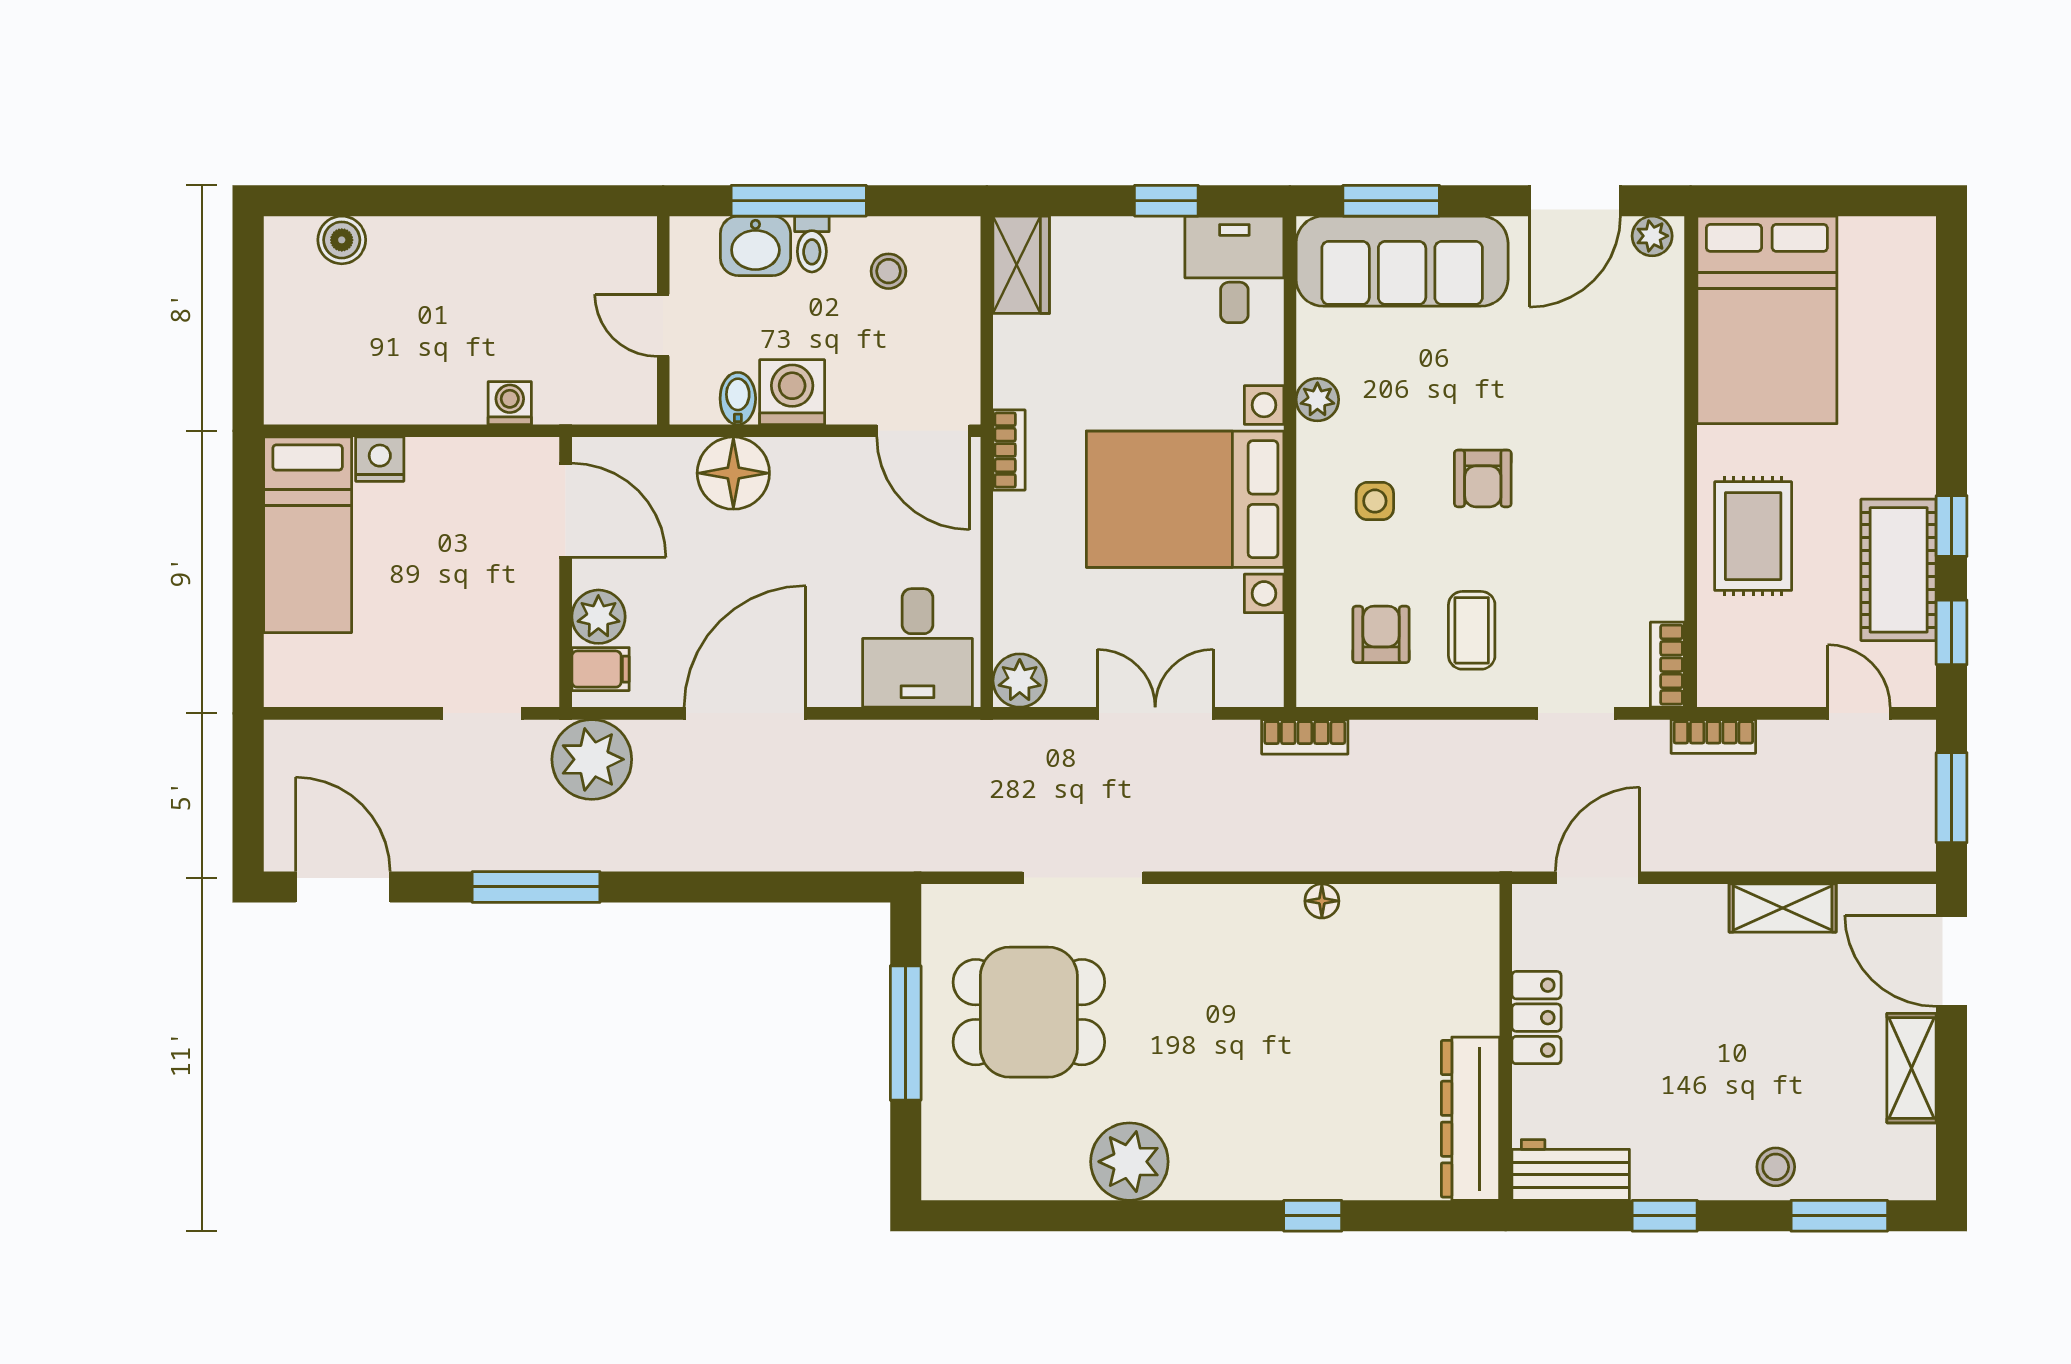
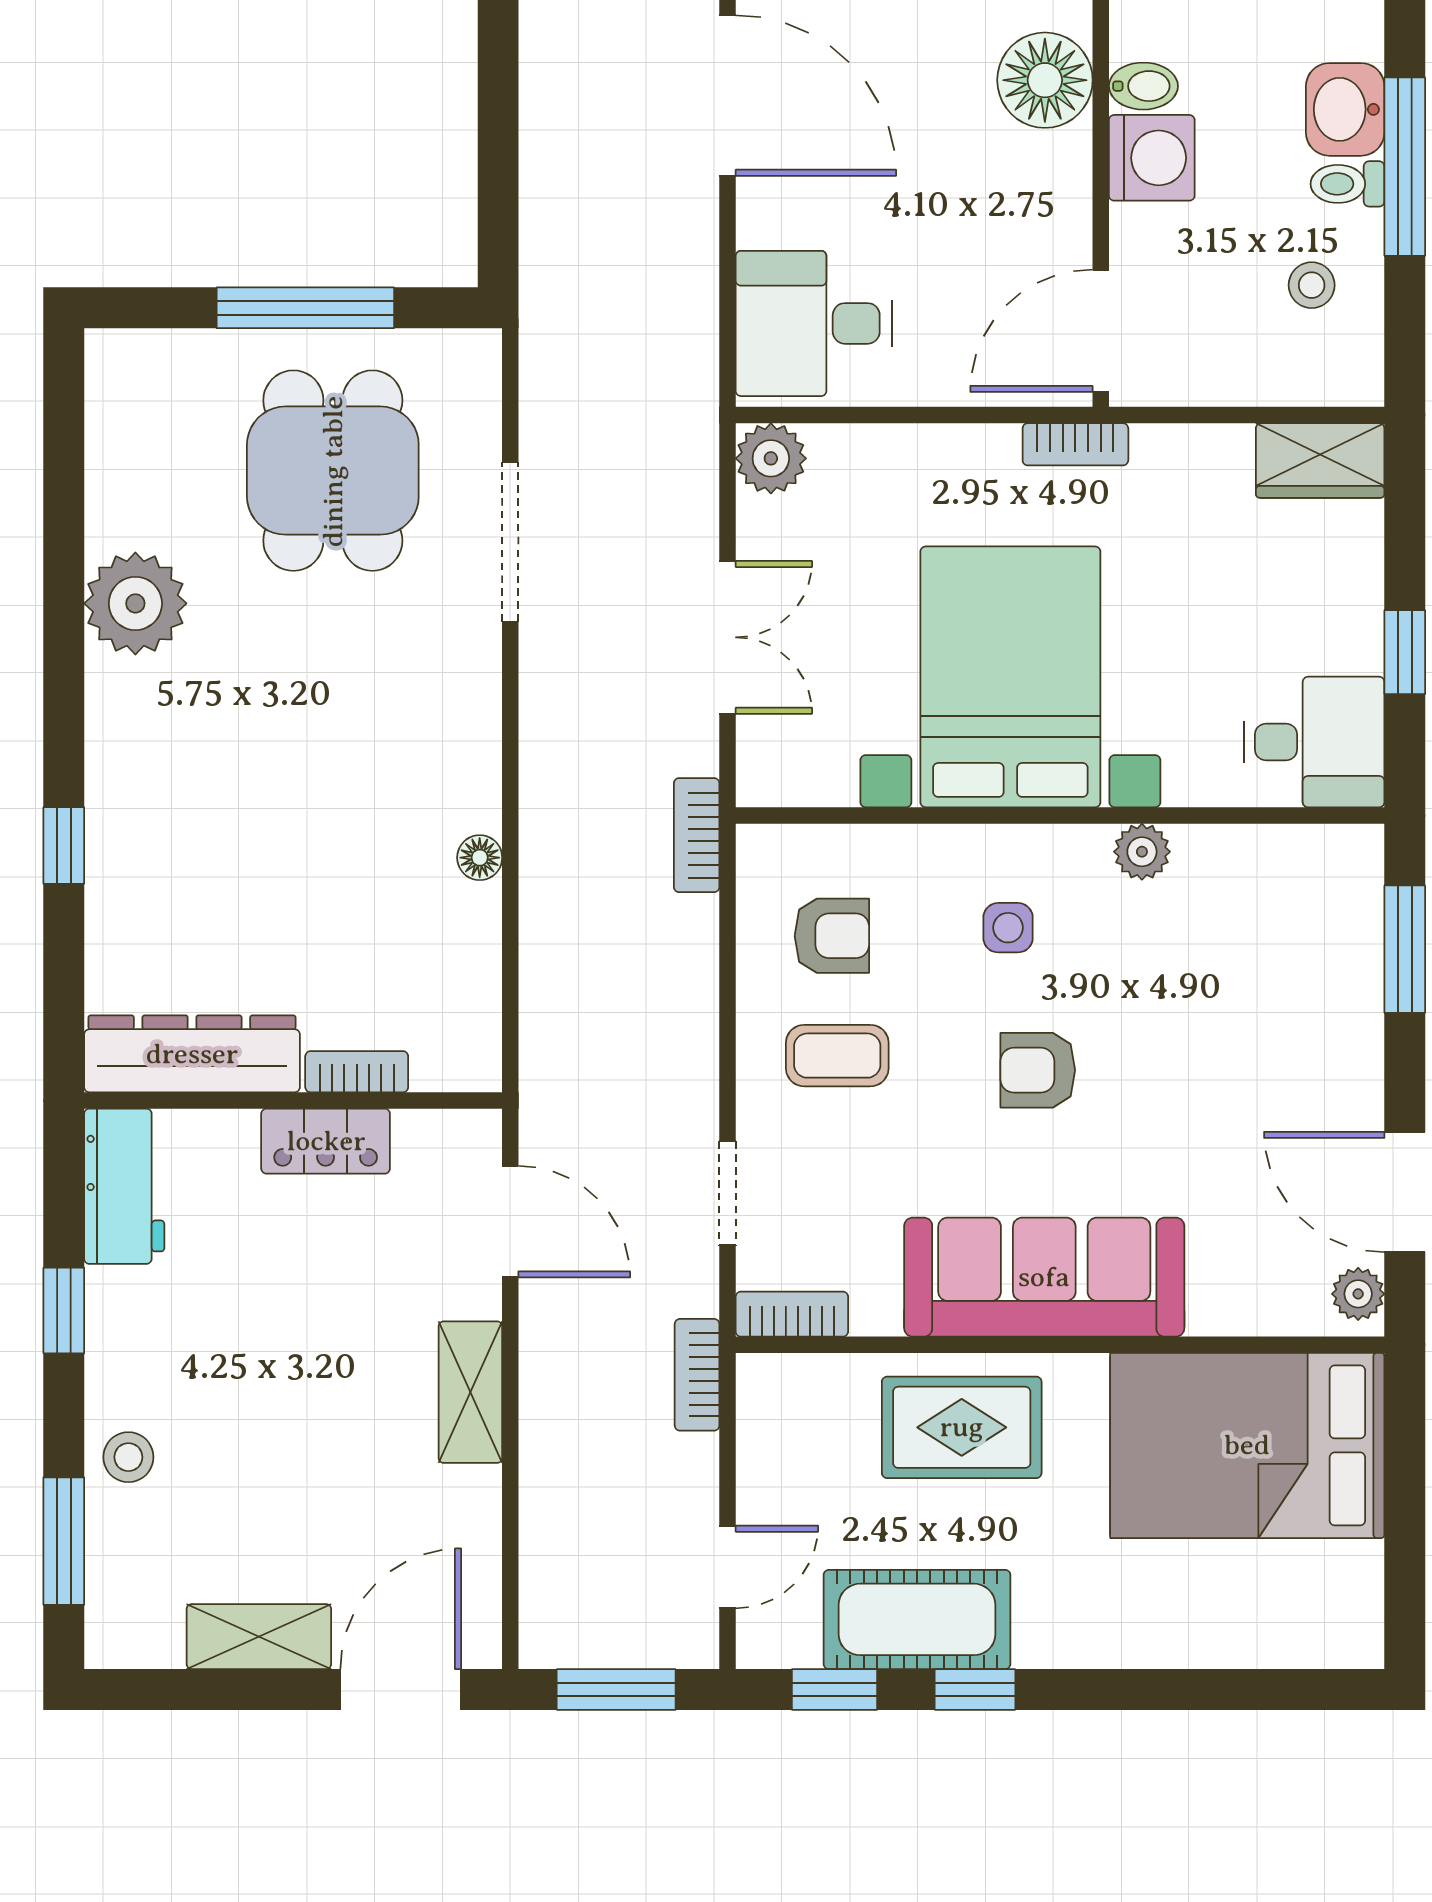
sofa: (1402, 261) -> (1044, 1277), moved, turned 90
shelving: (1783, 908) -> (470, 1392), moved
bookcase: (1484, 994) -> (357, 1072), added

